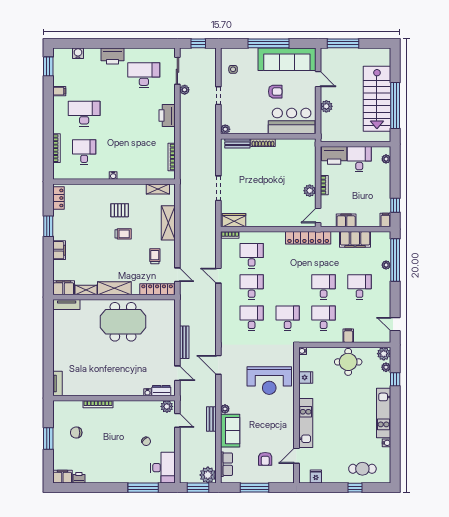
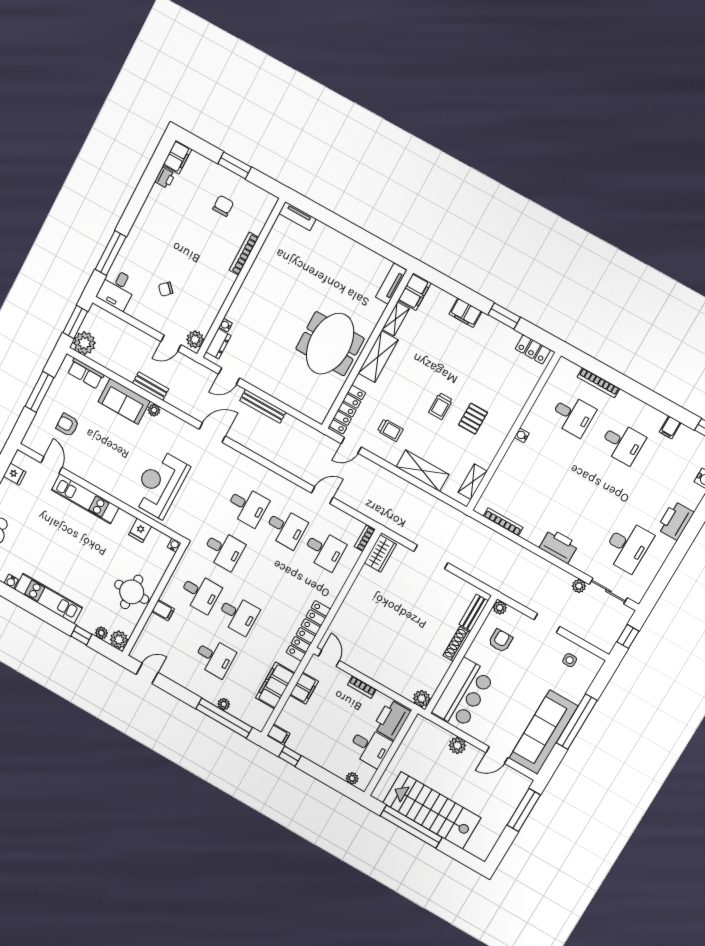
armchair: (275, 92) -> (500, 641), moved, turned 180
desk: (84, 114) -> (622, 443), width x0.73
plant: (310, 191) -> (422, 699), moved
desk: (163, 468) -> (117, 289), width x0.73

